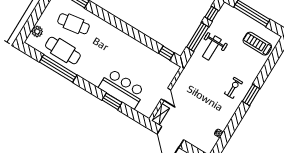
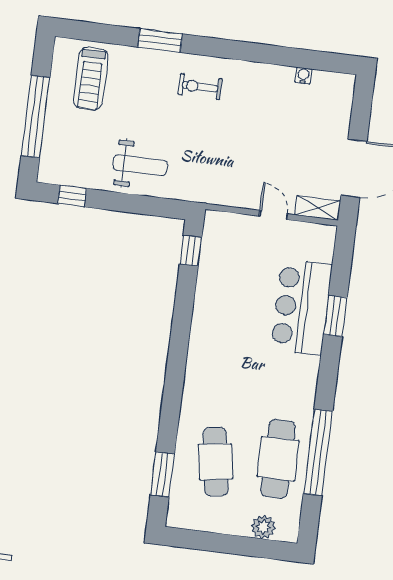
window: (198, 37) -> (131, 203), removed
door: (166, 94) -> (273, 215), hinge flipped
window: (251, 95) -> (160, 40), moved

